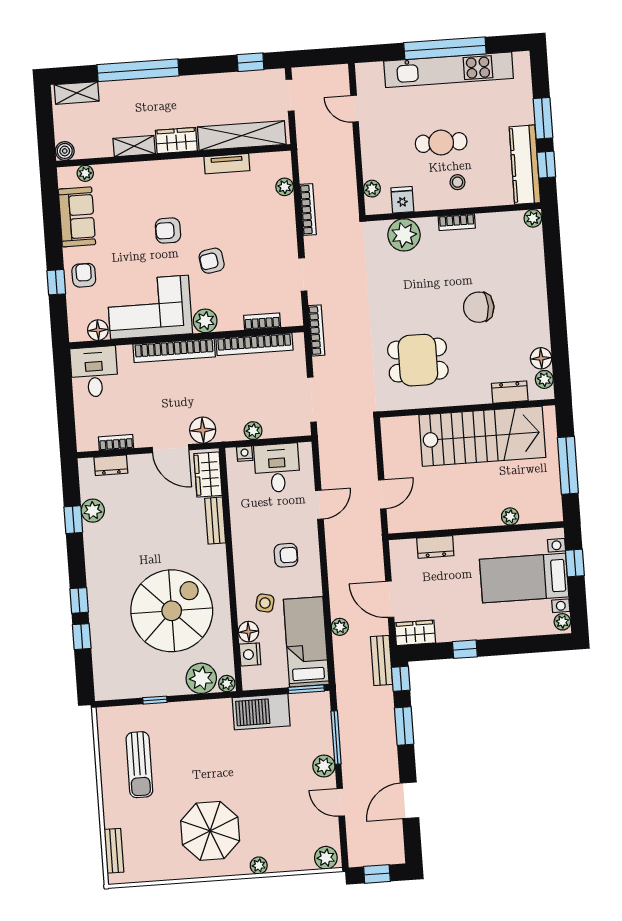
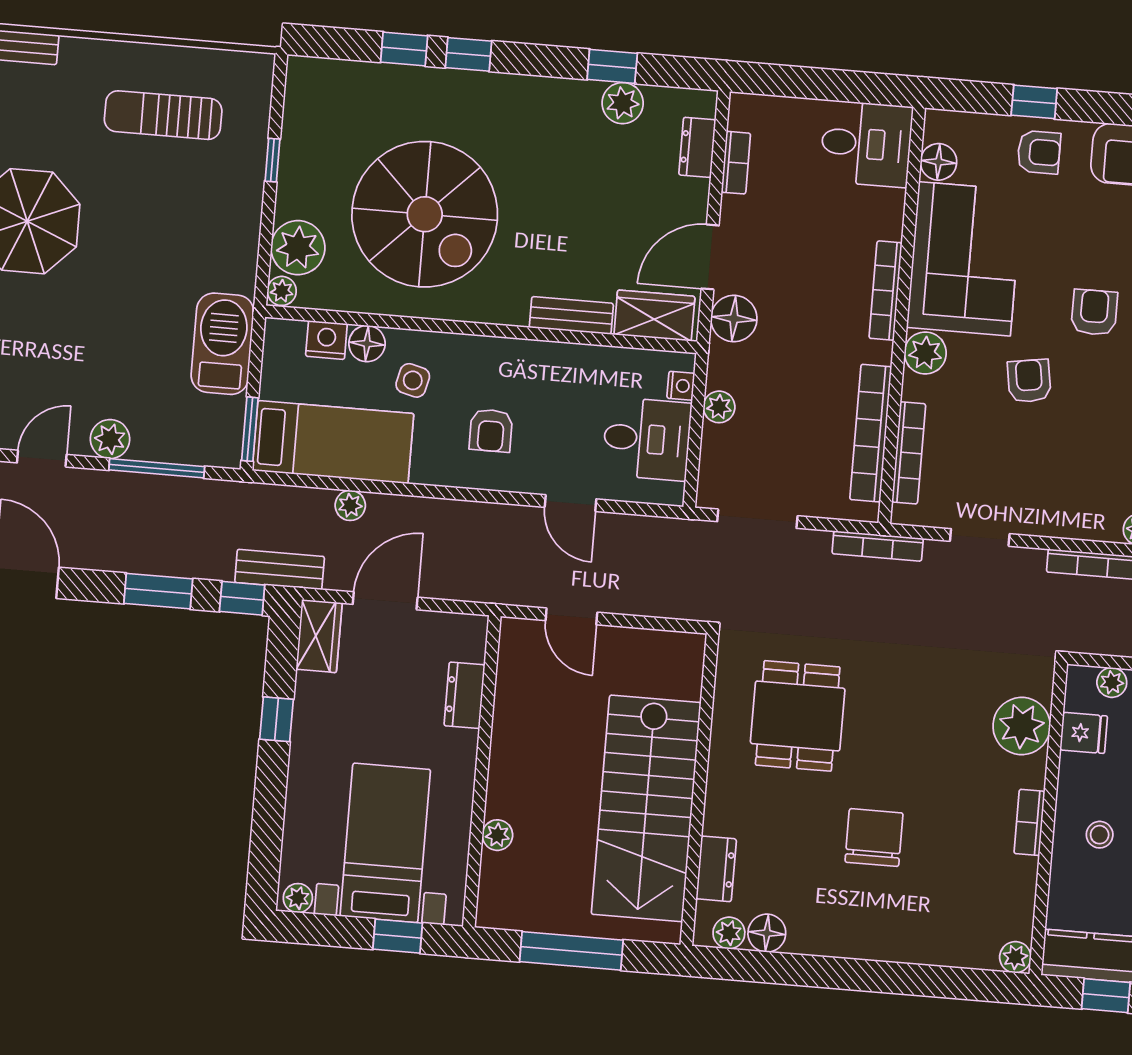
bookcase: (262, 321) -> (909, 453), width x1.56
bookcase: (174, 351) -> (885, 291), width x0.68, depth x0.76

